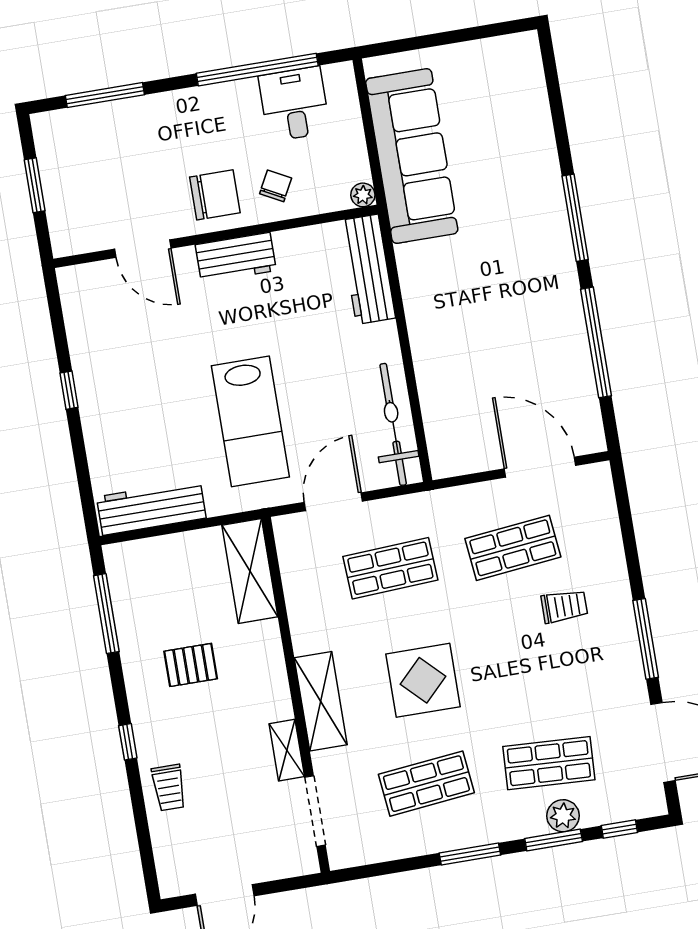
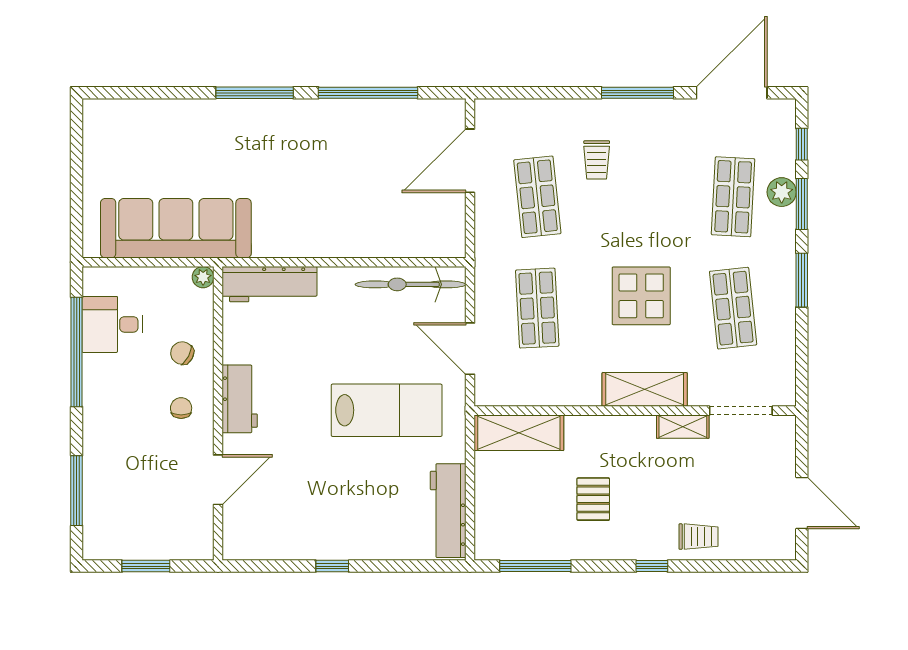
chair: (215, 195) -> (181, 408), width x0.54, depth x0.54
trolley: (564, 606) -> (597, 160), turned 180

